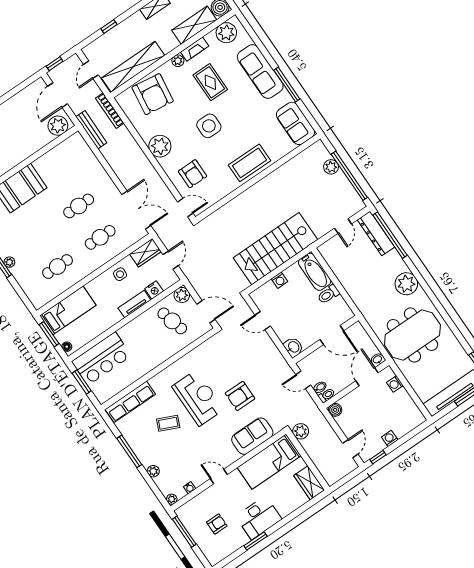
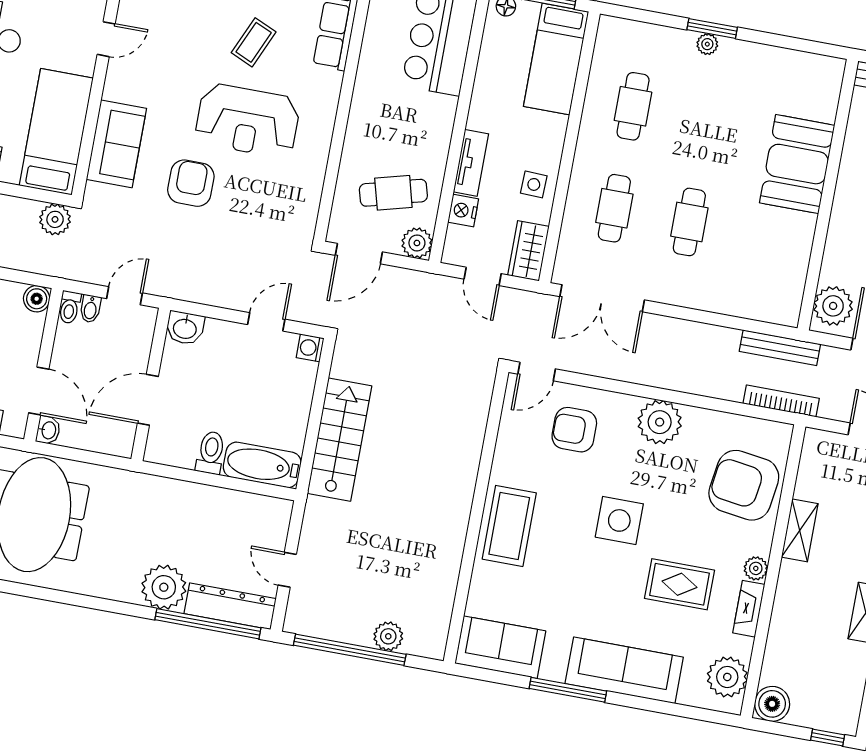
shelving: (194, 25) -> (783, 642), removed
shelving: (133, 67) -> (800, 530), width x0.45, depth x0.75
stairs: (275, 249) -> (339, 440), width x0.73, depth x0.66
washing machine: (280, 280) -> (310, 348), moved
plant: (406, 284) -> (164, 587), moved

